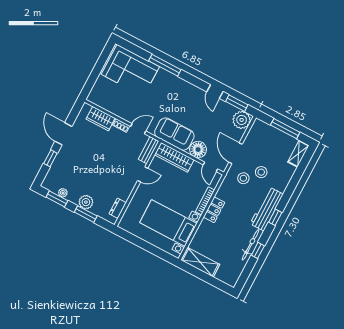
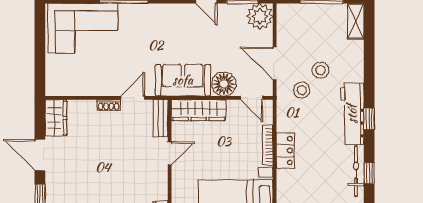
wardrobe: (101, 119) -> (56, 118), moved, turned -90

